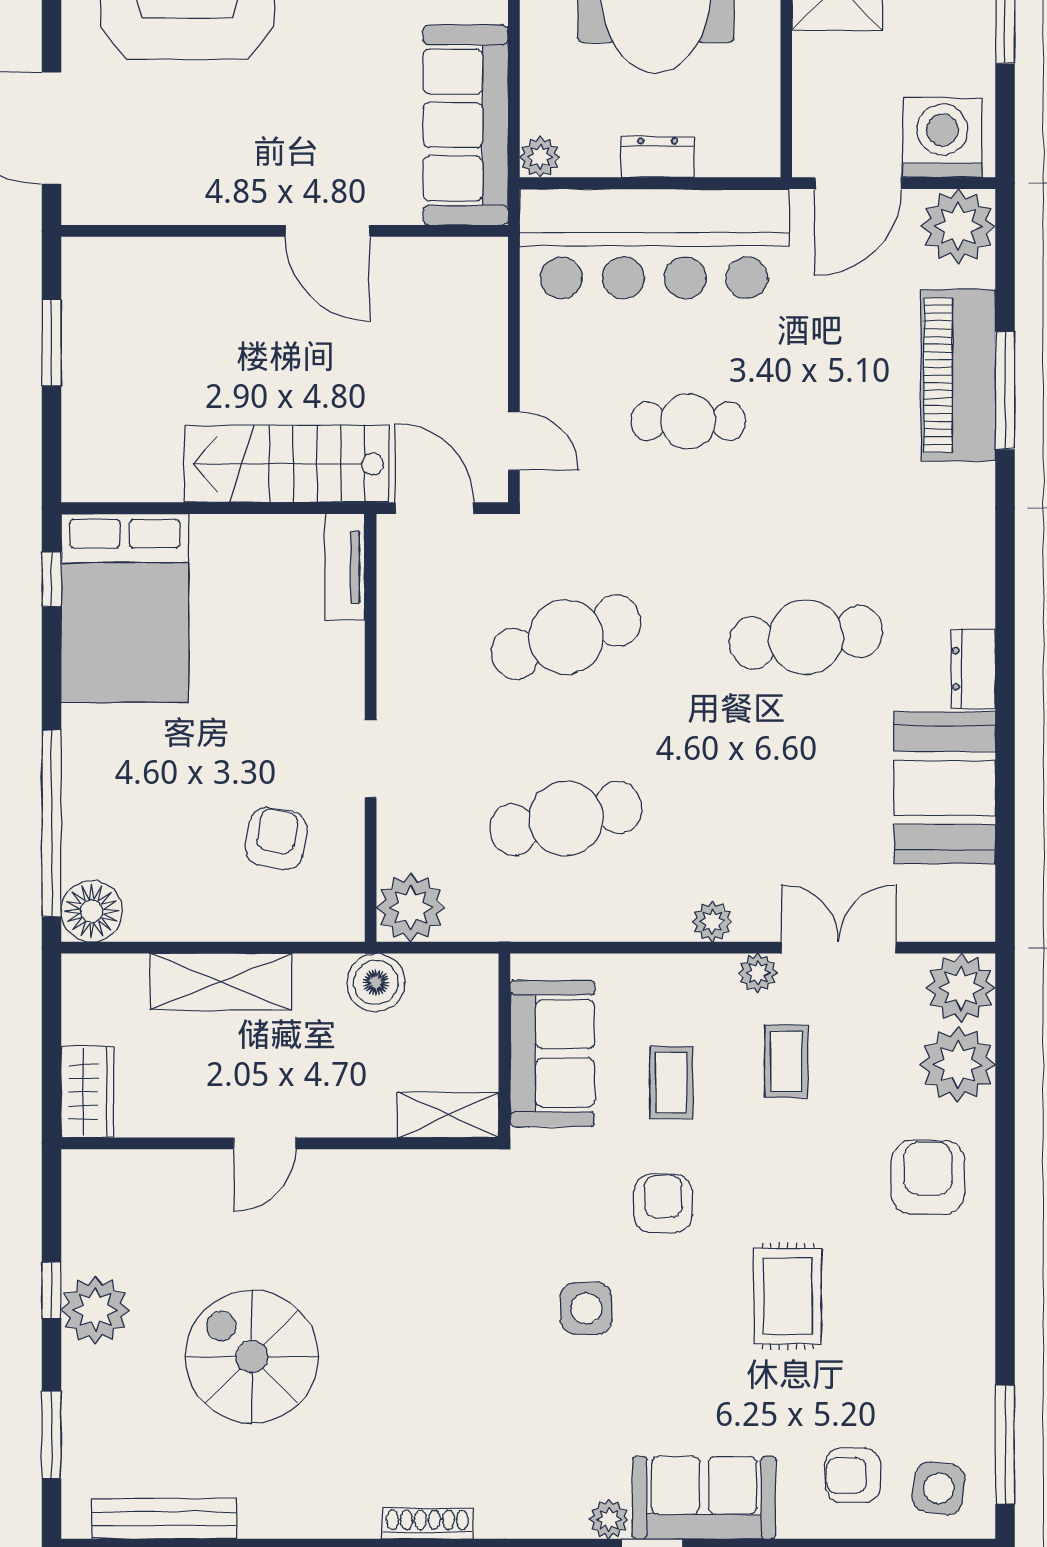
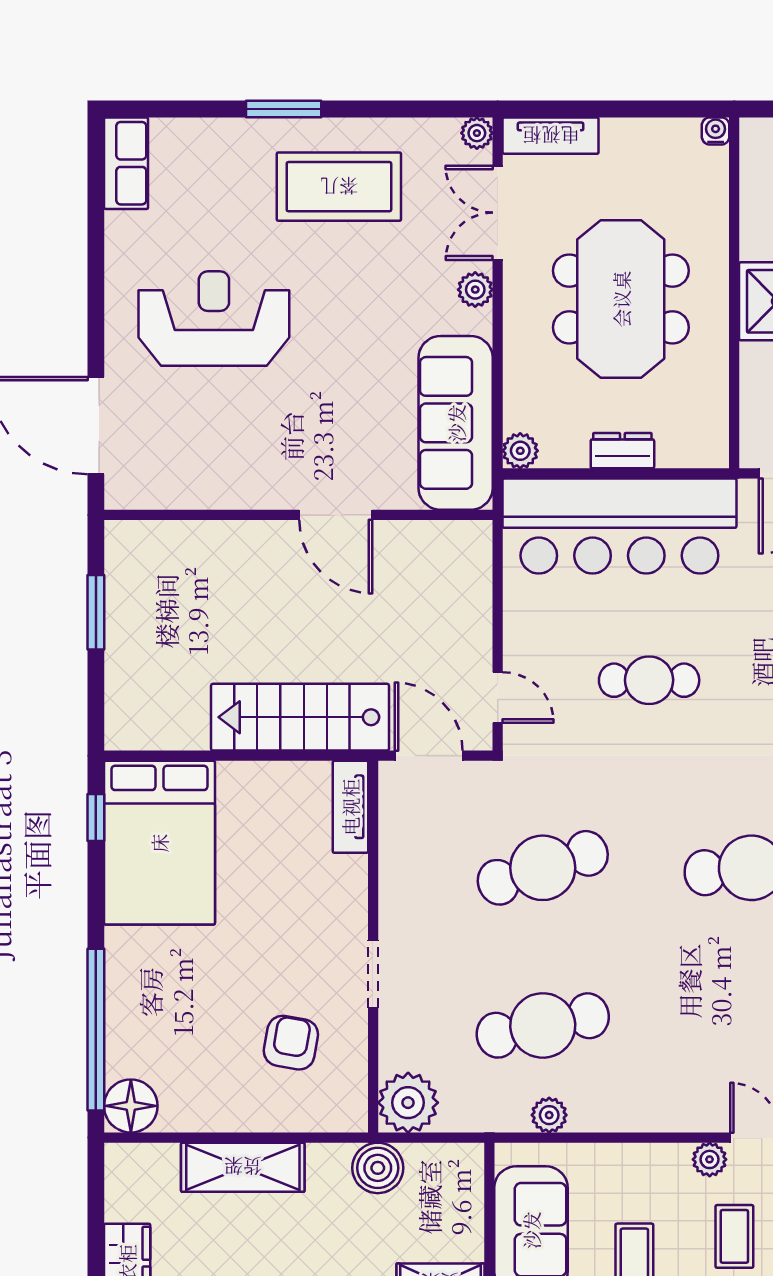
plant: (712, 922) -> (549, 1115), moved

